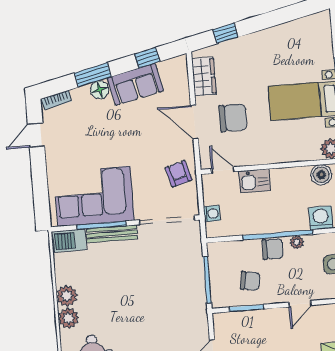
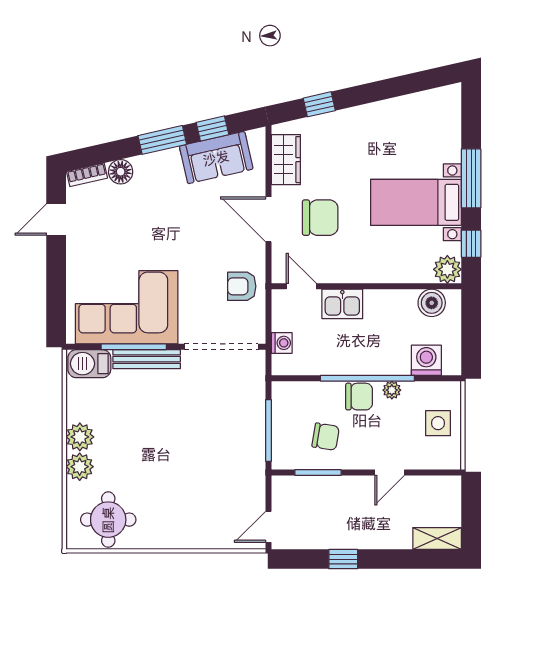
window: (93, 75) -> (162, 140), moved
sofa: (135, 84) -> (216, 158), moved
floor lamp: (100, 90) -> (121, 172), moved
armchair: (179, 174) -> (242, 286), turned -74

